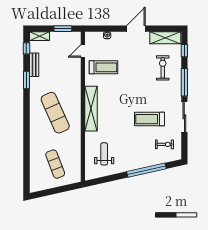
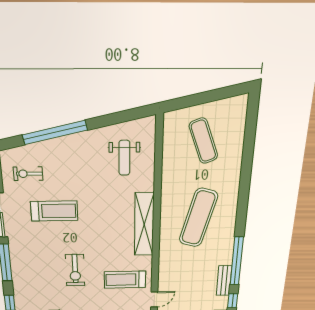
exercise bike: (163, 68) -> (75, 270), moved
window: (26, 80) -> (237, 261), width x2.11
exercise mat: (55, 113) -> (198, 218), turned 39

